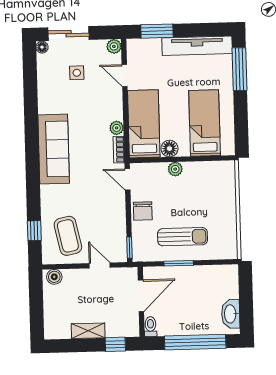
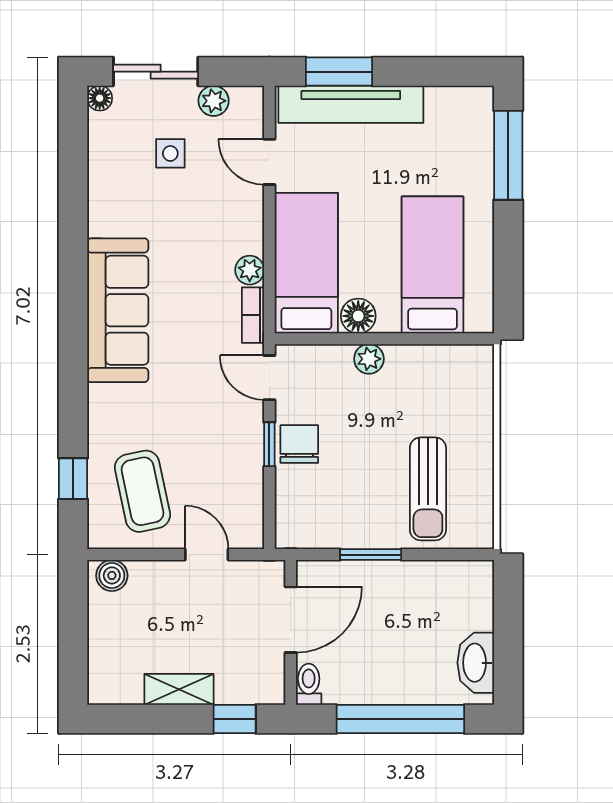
plant: (114, 46) -> (214, 101), moved
tv unit: (197, 46) -> (351, 104), moved
chair: (143, 211) -> (299, 444), turned 180
sun lounger: (183, 237) -> (428, 489), moved, turned 90
window: (129, 248) -> (269, 444), moved

